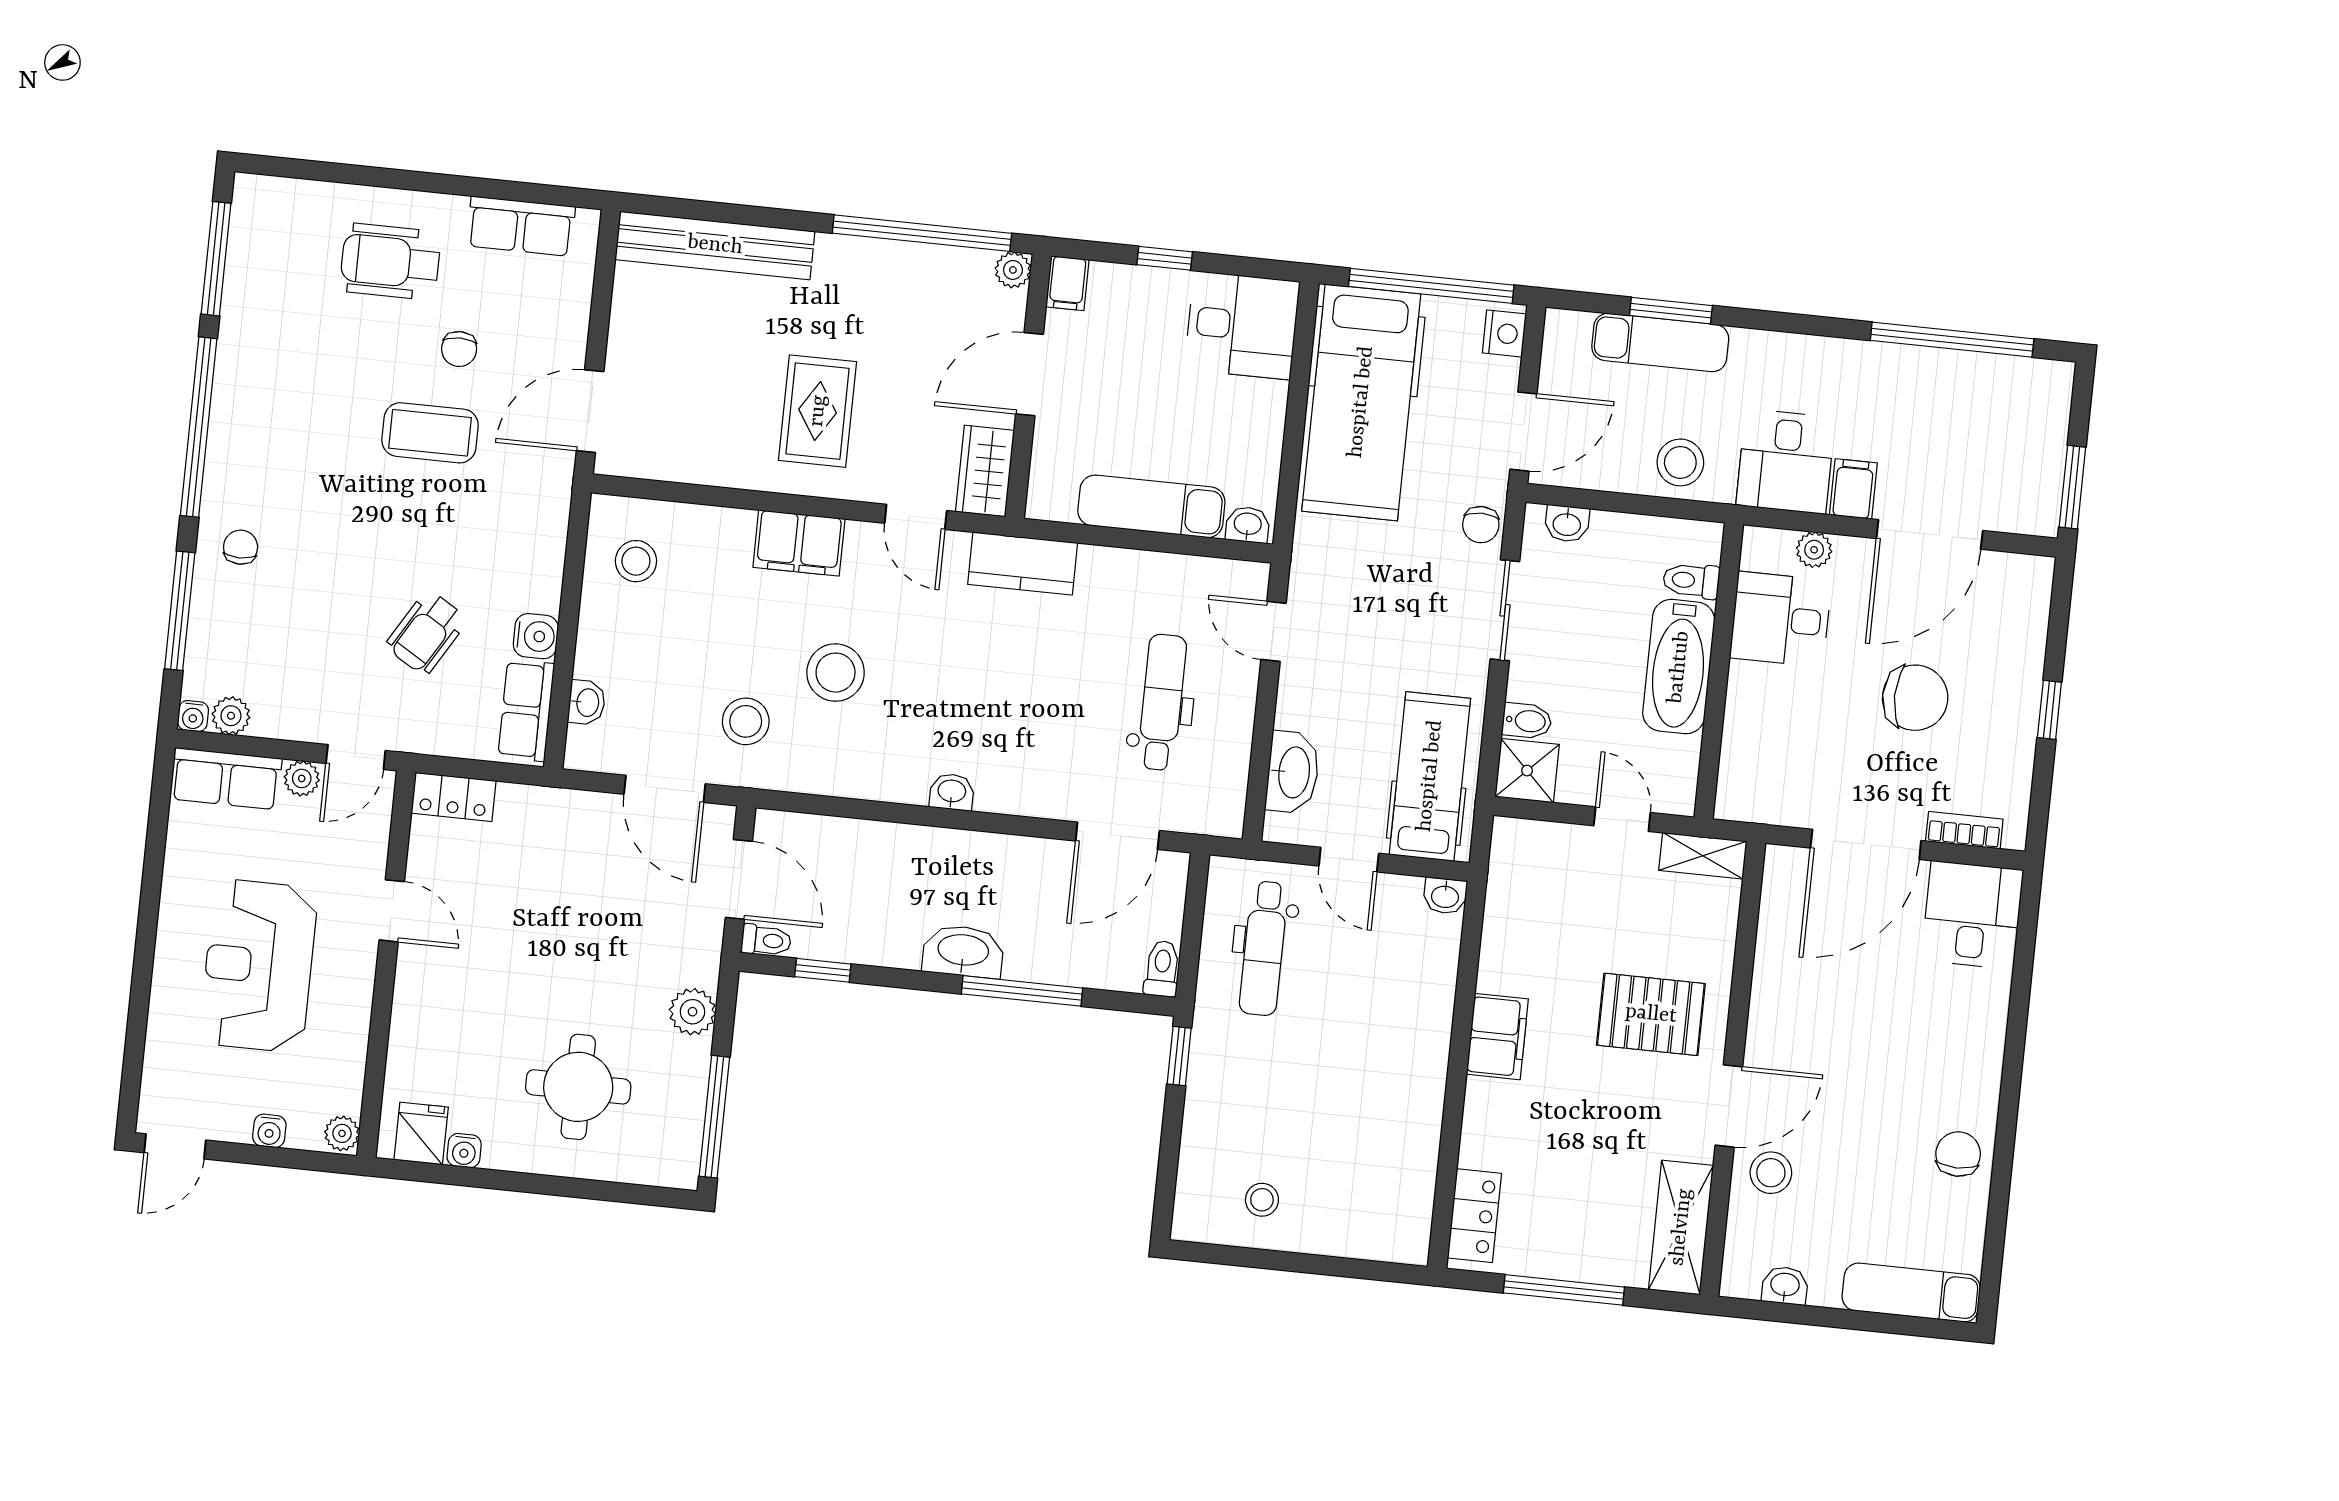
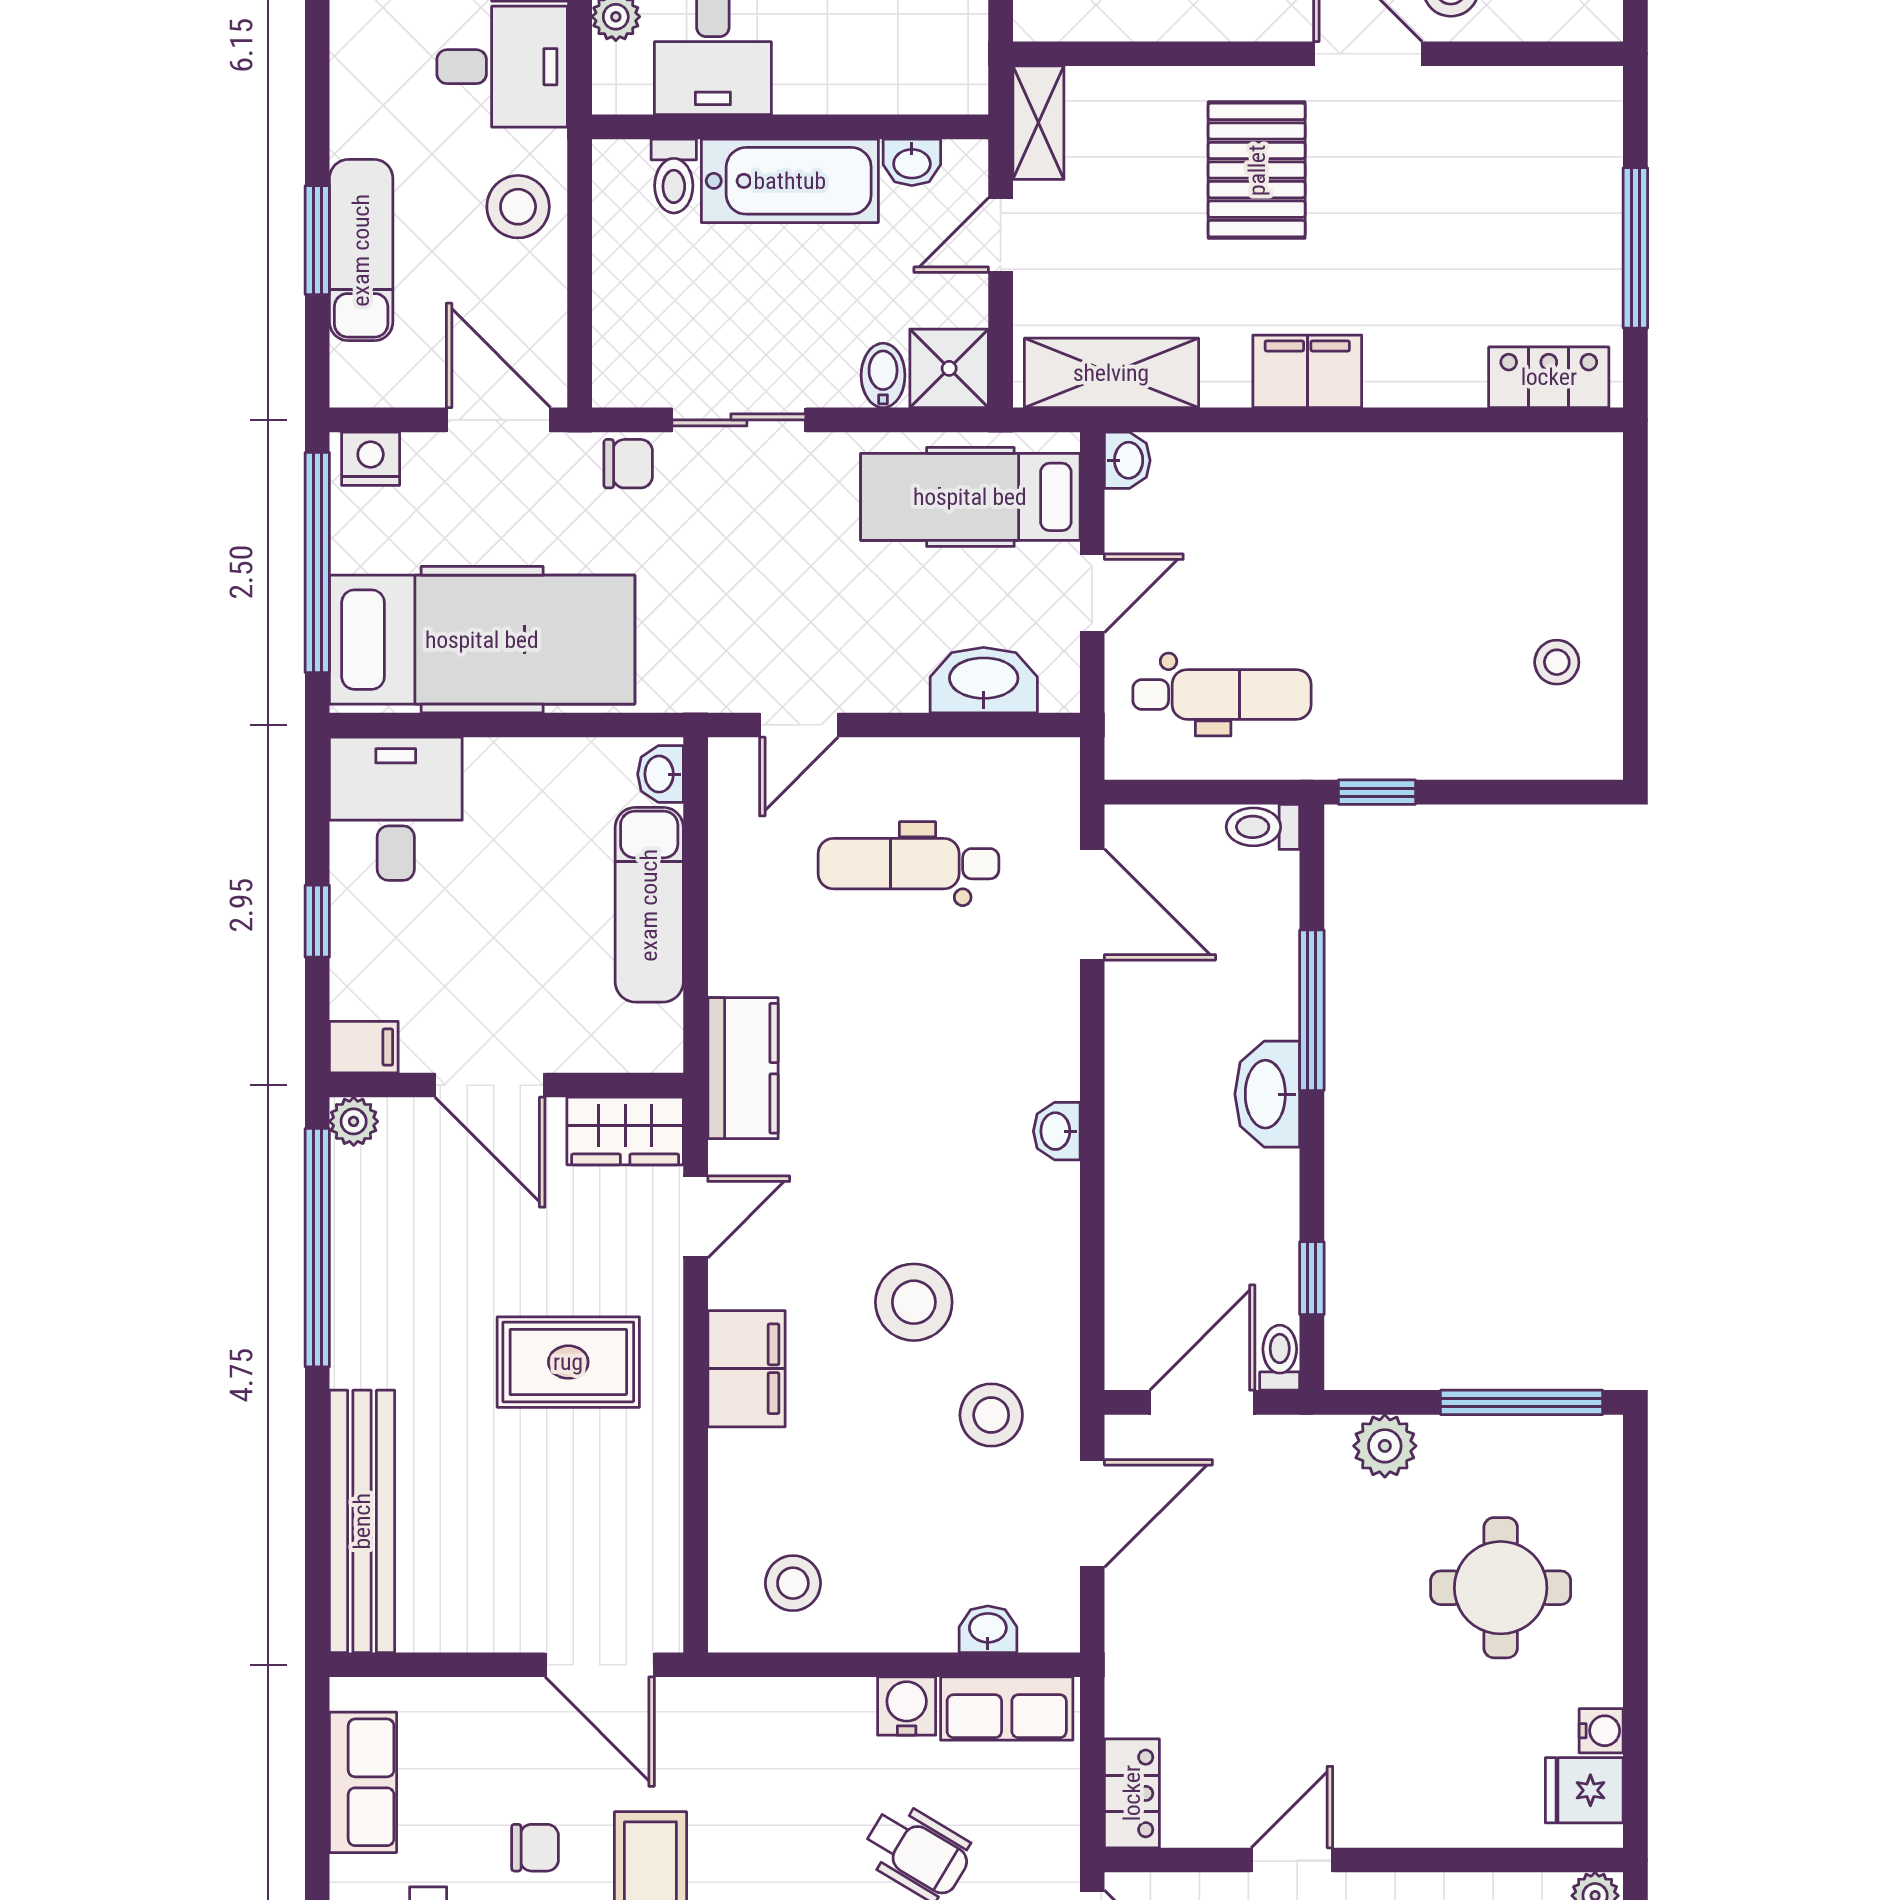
washbasin: (1567, 524) -> (912, 162), moved, turned 90
shelving: (1681, 1227) -> (1111, 373), moved

